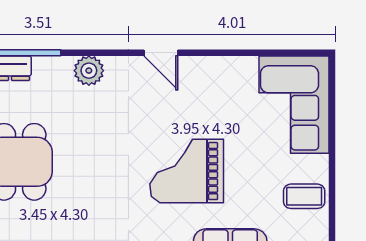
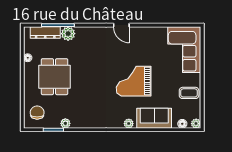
plant: (89, 71) -> (68, 34), moved

